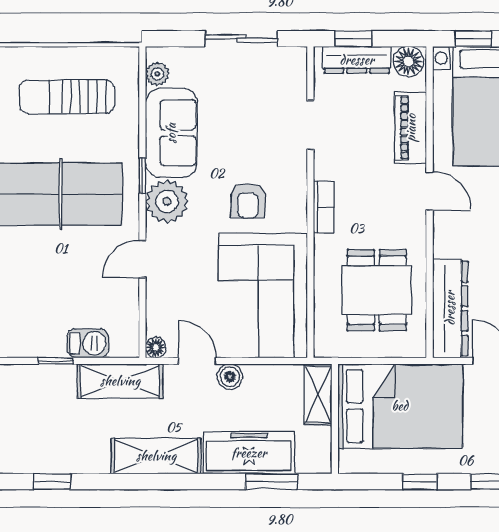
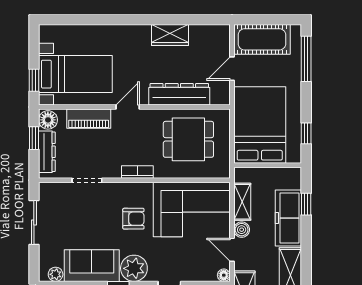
window: (353, 39) -> (34, 138), moved
dresser: (450, 308) -> (179, 94), moved
door: (197, 361) -> (232, 250), hinge flipped
shelving: (318, 394) -> (242, 202), moved, turned 90
window: (271, 482) -> (306, 204), width x0.67
window: (420, 482) -> (306, 133), moved

